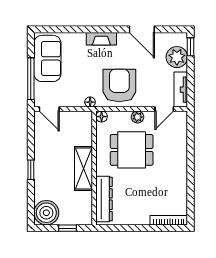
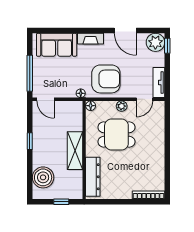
plant: (177, 57) -> (155, 42), moved
sofa: (47, 58) -> (57, 45), moved, turned 90
armchair: (119, 85) -> (106, 79), turned 90
window: (31, 170) -> (30, 141), moved
boiler: (46, 213) -> (43, 177), moved

